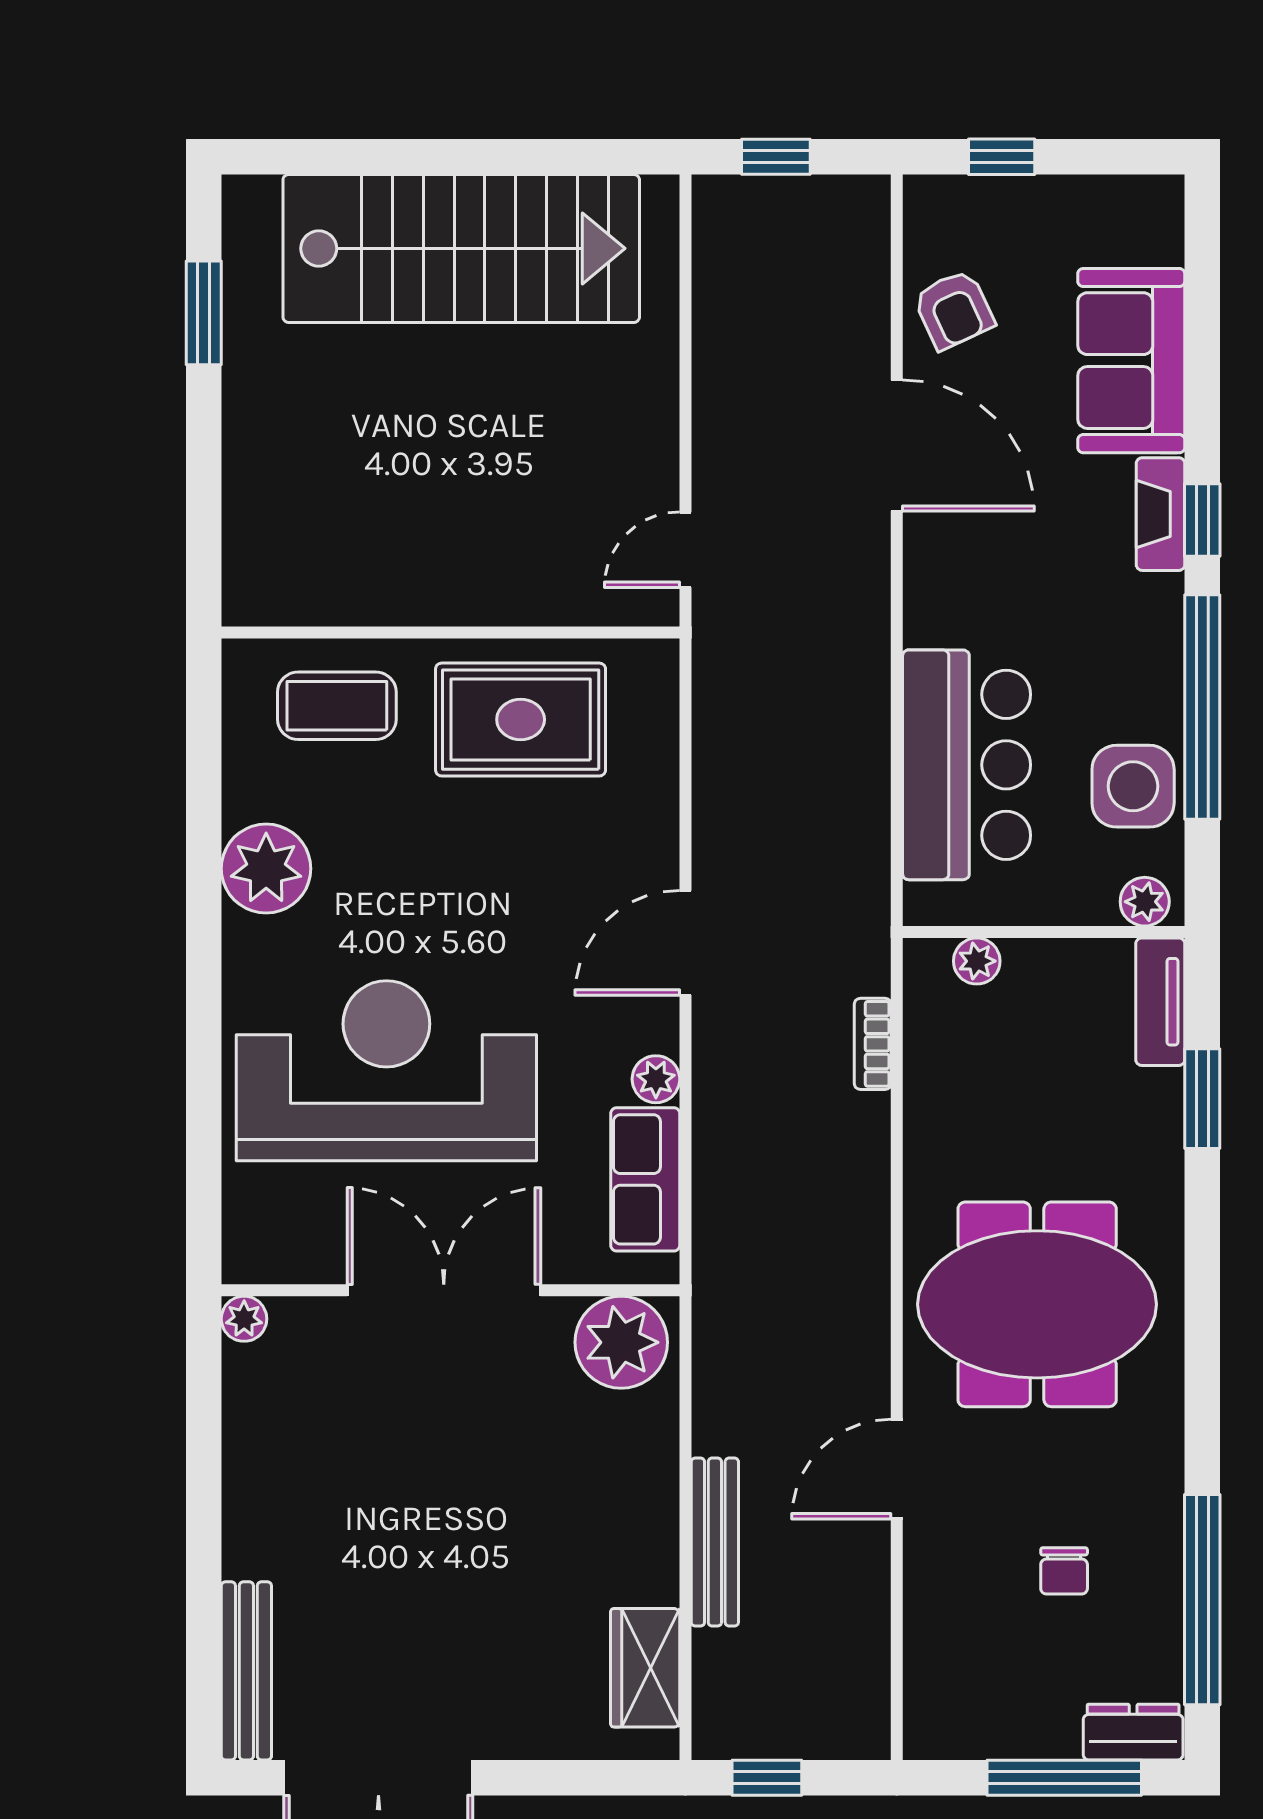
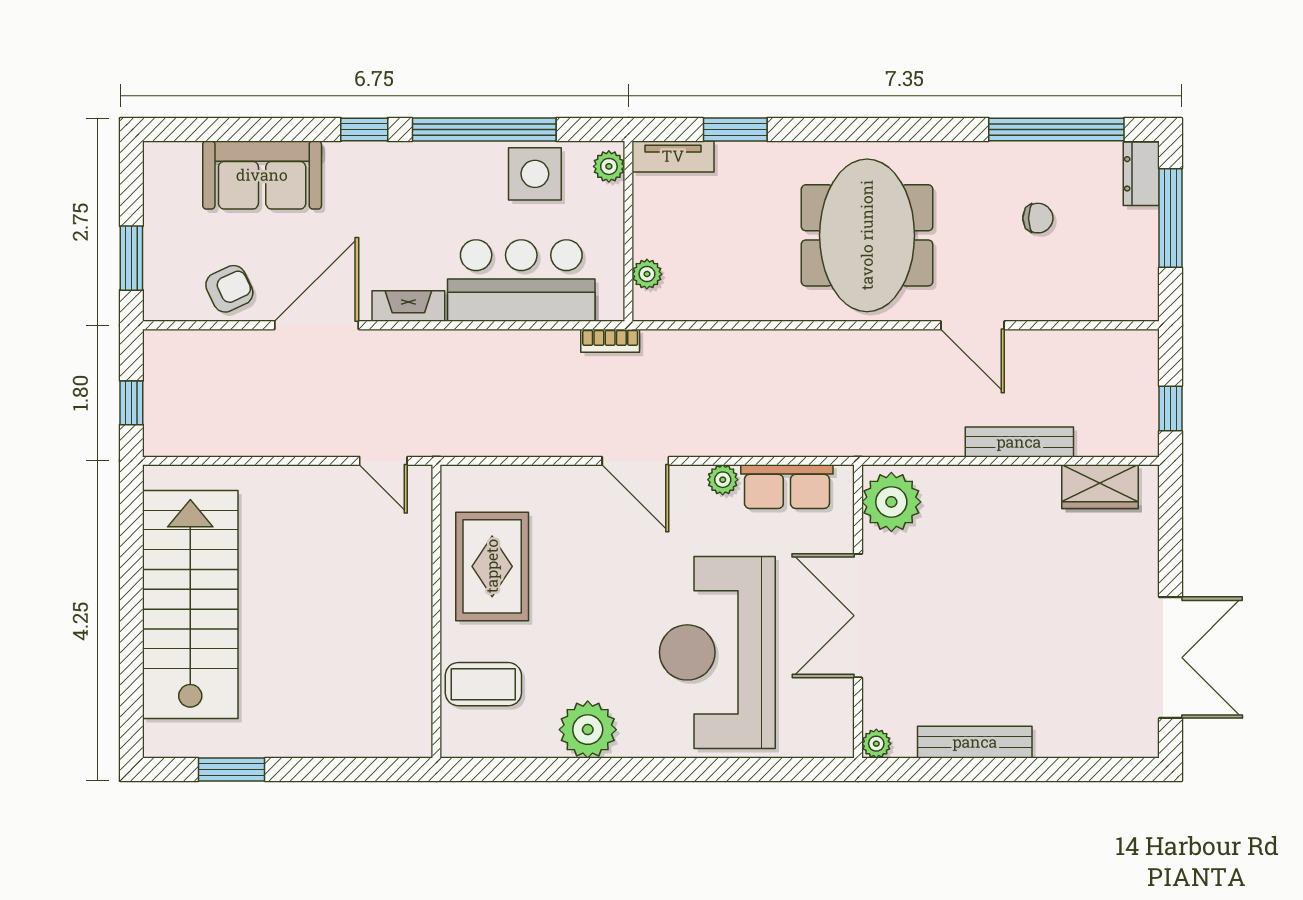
window: (1002, 157) -> (131, 258), width x1.50
fireplace: (1161, 514) -> (408, 306), moved, turned 180
coffee table: (337, 706) -> (483, 684), turned 90
bookcase: (873, 1044) -> (610, 341), moved
bench: (246, 1671) -> (975, 742), moved

